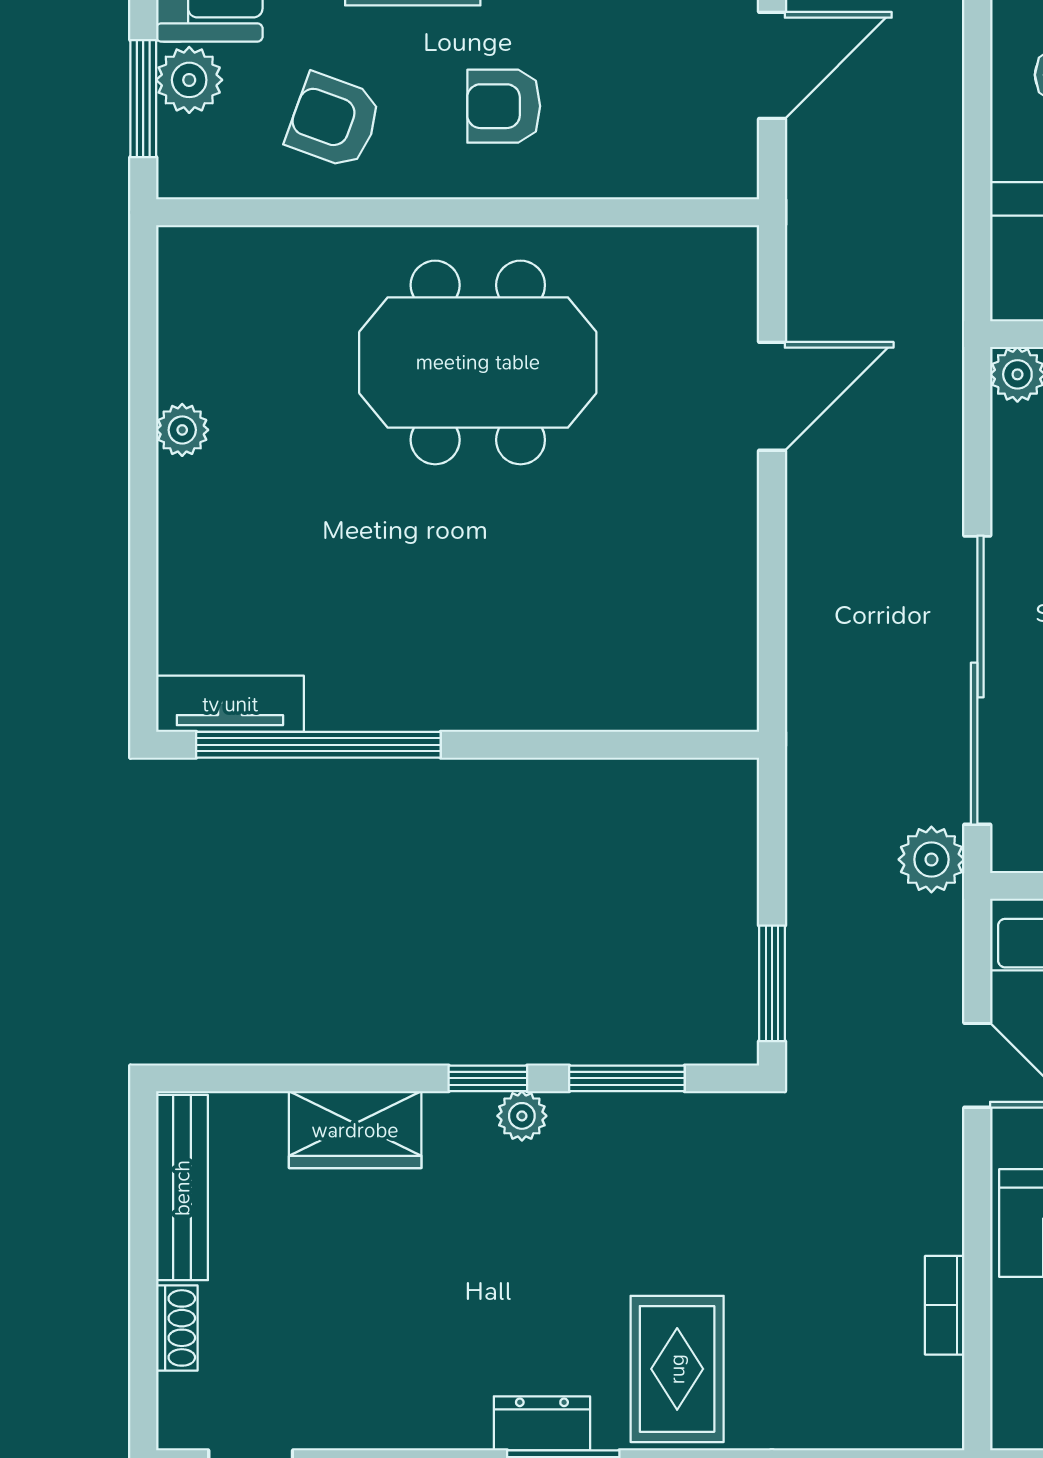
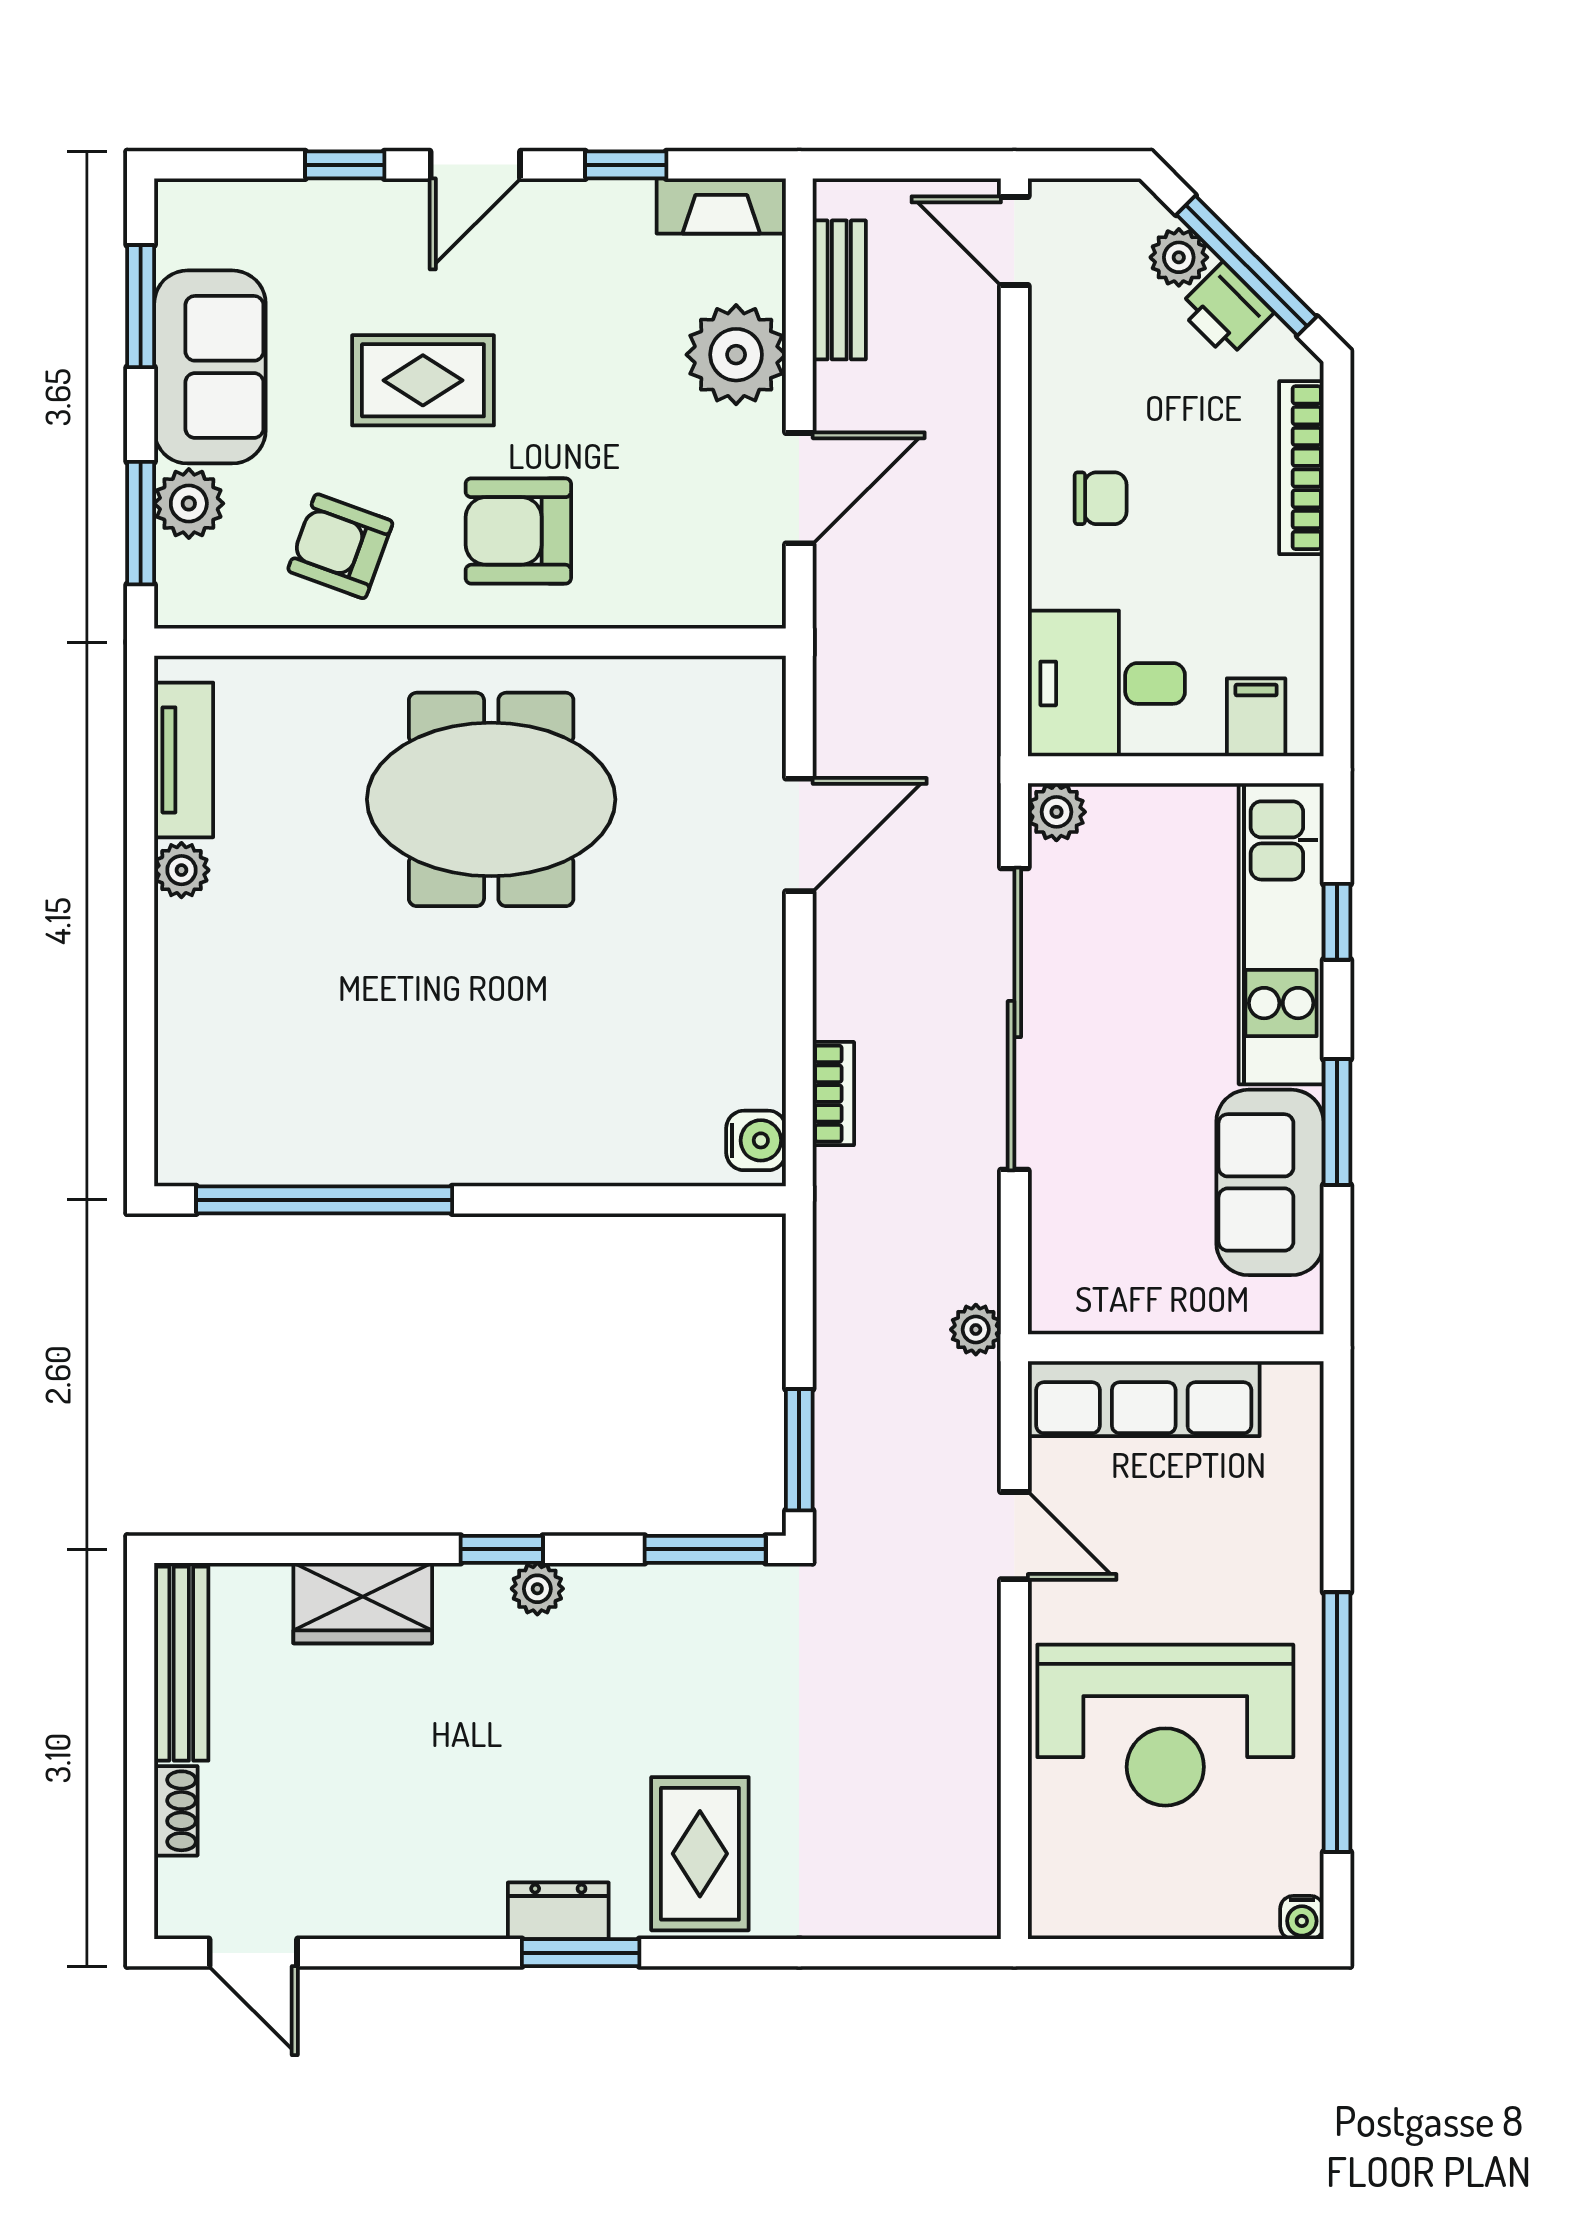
armchair: (504, 106) -> (518, 531), width x1.38, depth x1.38
sliding door: (977, 680) -> (1014, 1019), moved
water cooler: (731, 688) -> (756, 1140), added
tv unit: (230, 704) -> (184, 760), moved, turned 90
plant: (931, 859) -> (976, 1330), width x0.73, depth x0.73
window: (627, 1078) -> (705, 1549), moved
bookcase: (945, 1305) -> (833, 1094), moved, turned 180

